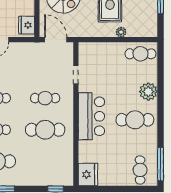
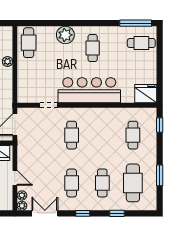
bar counter: (91, 116) -> (89, 90), width x1.36
cafe table: (135, 120) -> (93, 48), width x0.73, depth x0.74
cafe table: (45, 130) -> (133, 135), moved, width x0.73, depth x0.74

